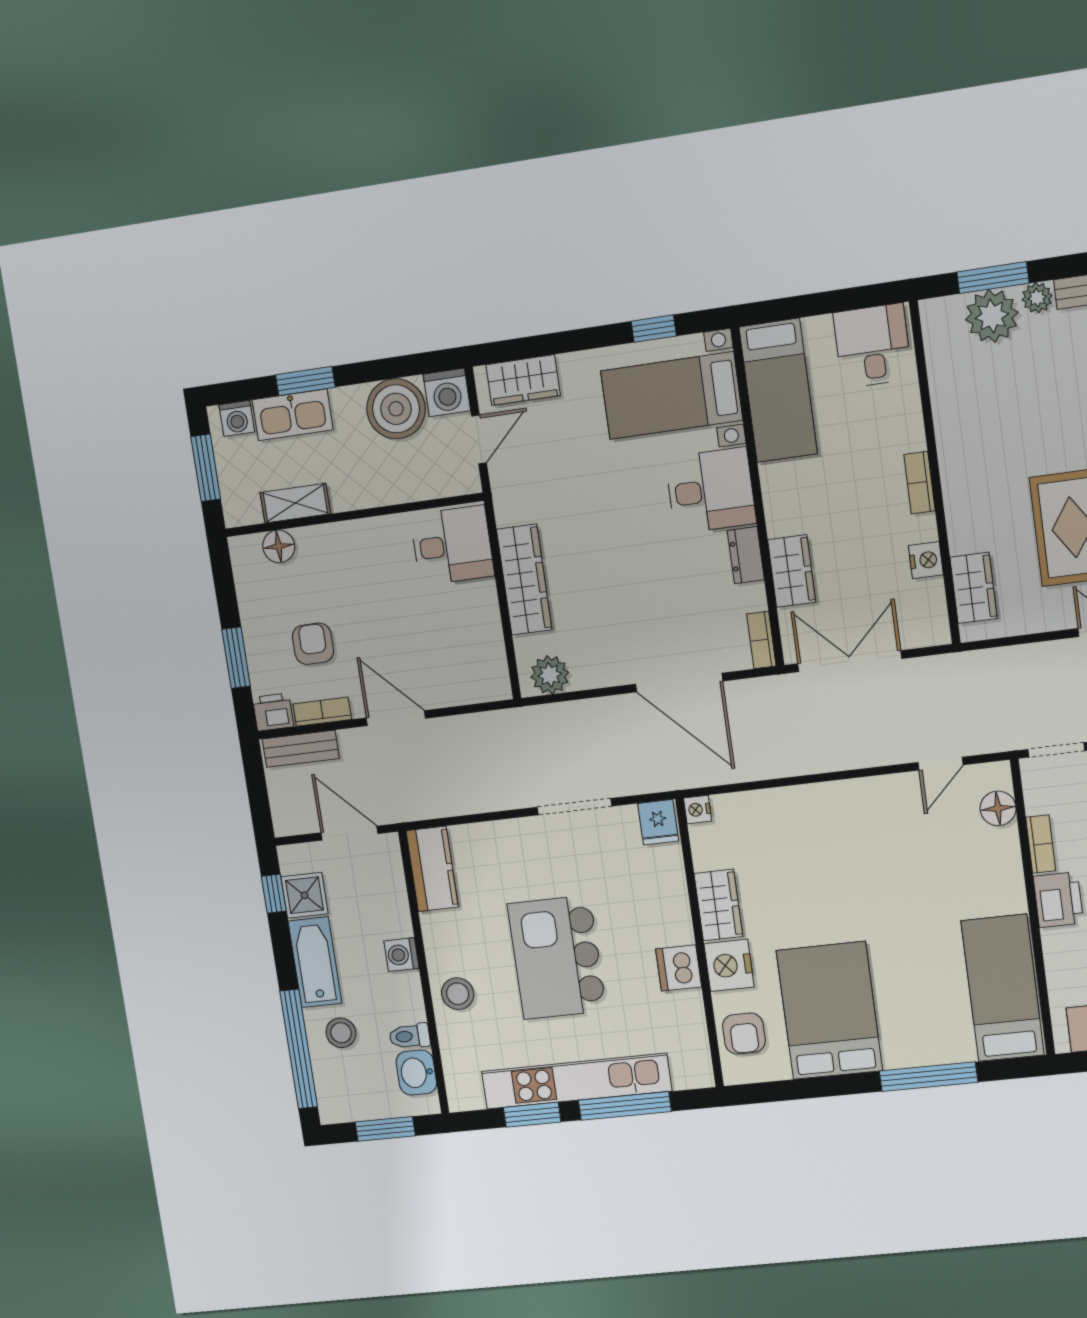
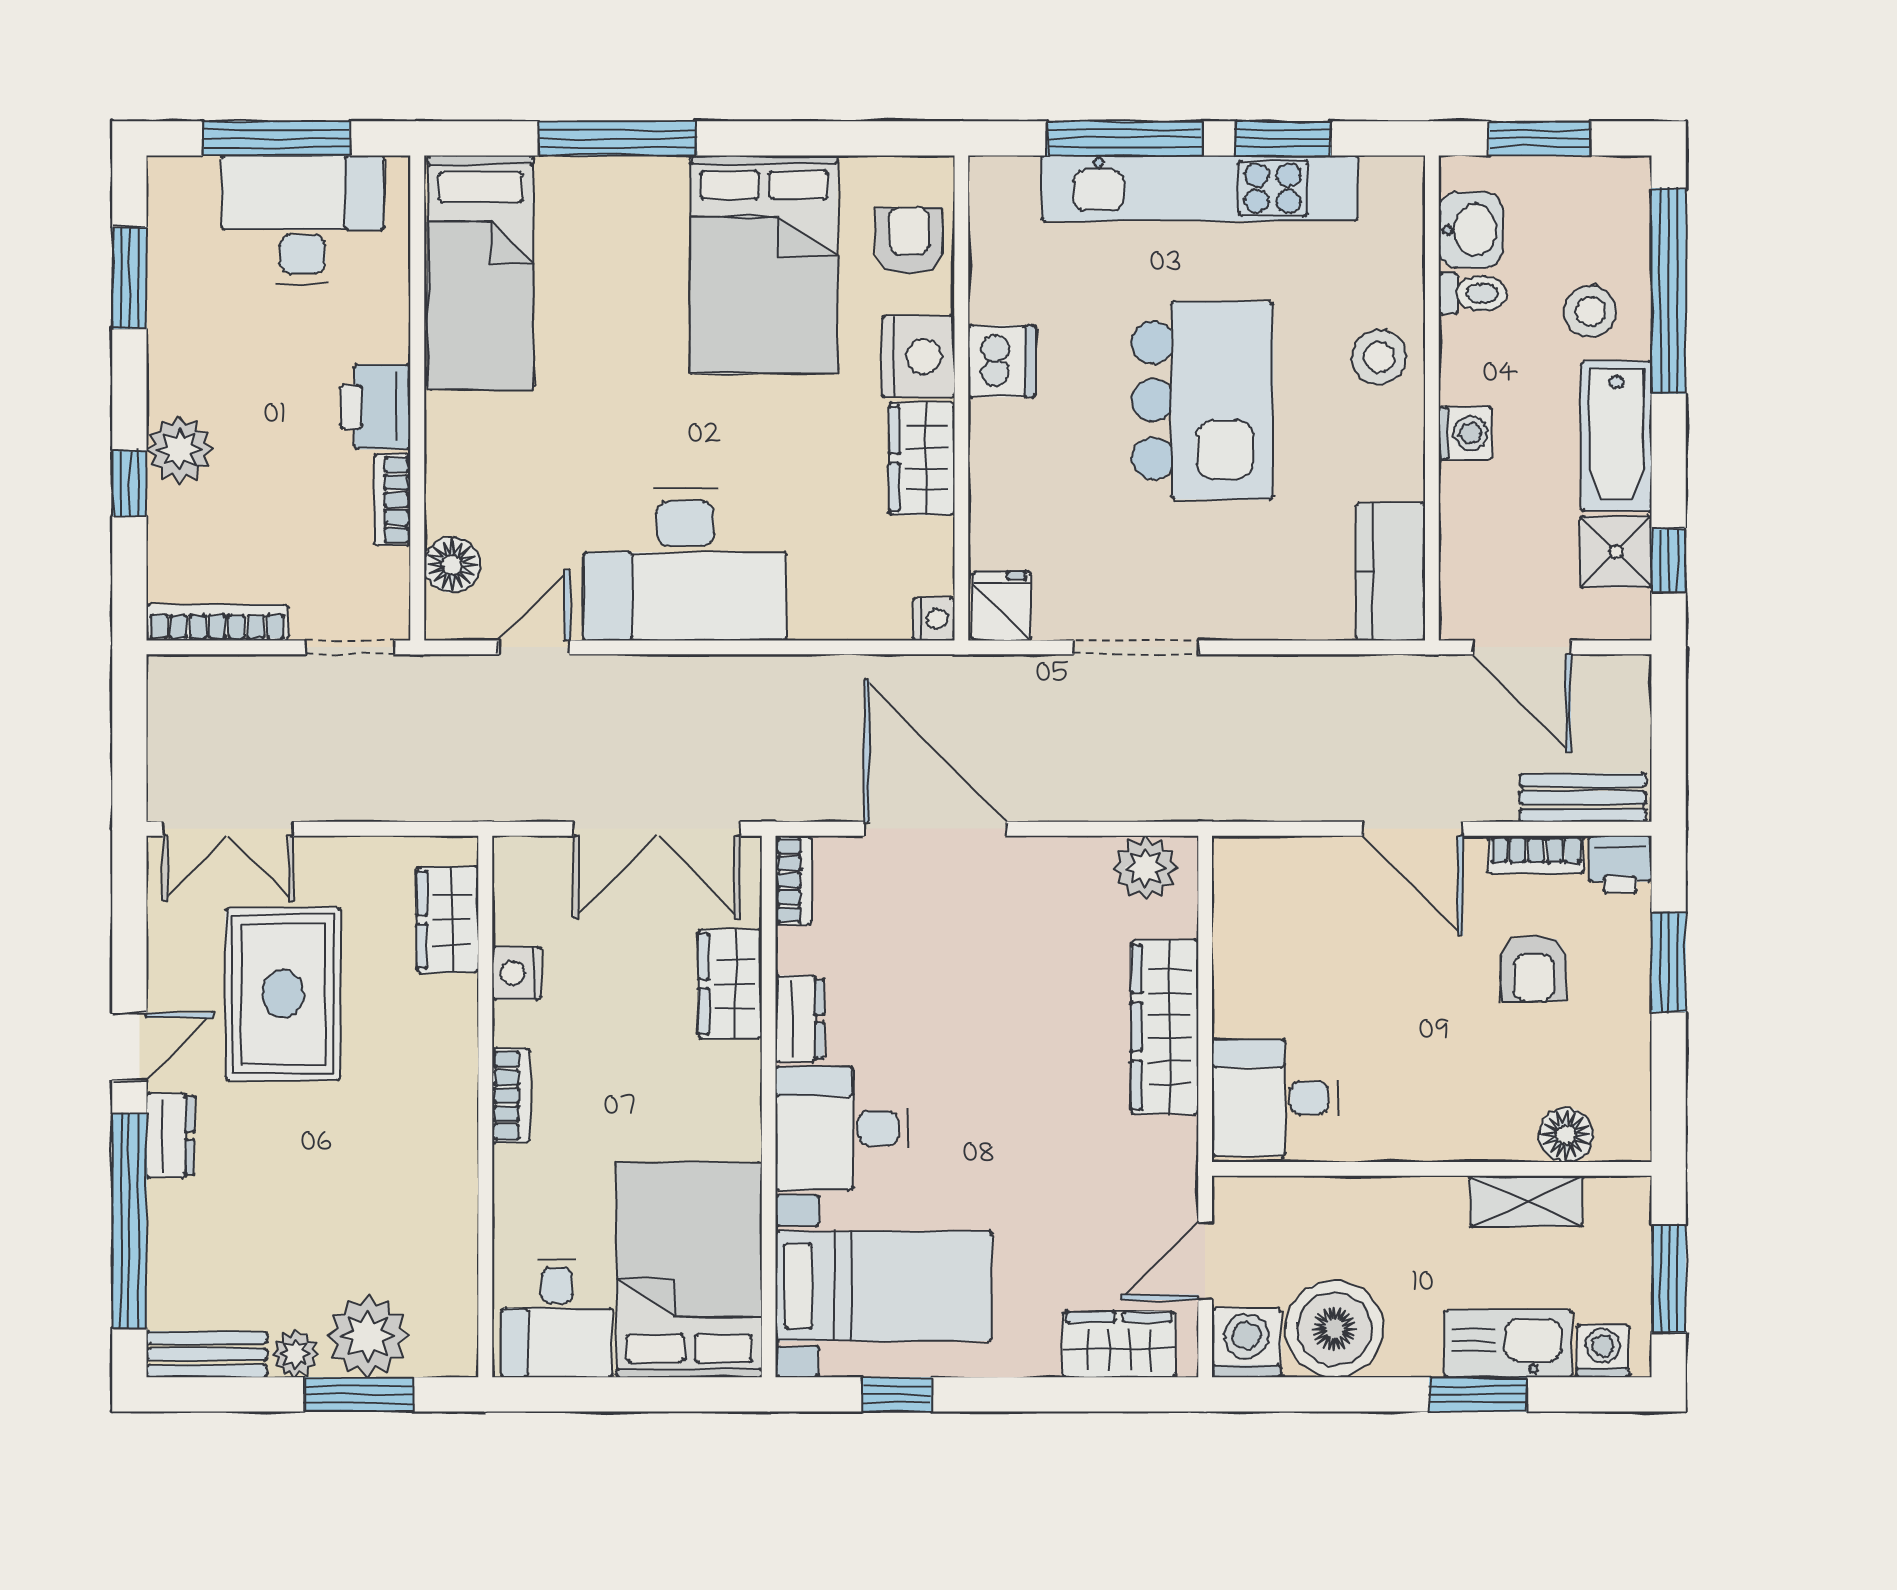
bed: (778, 390) -> (689, 1270), width x1.50
desk: (854, 825) -> (685, 564), added

